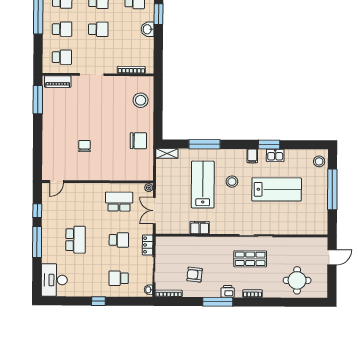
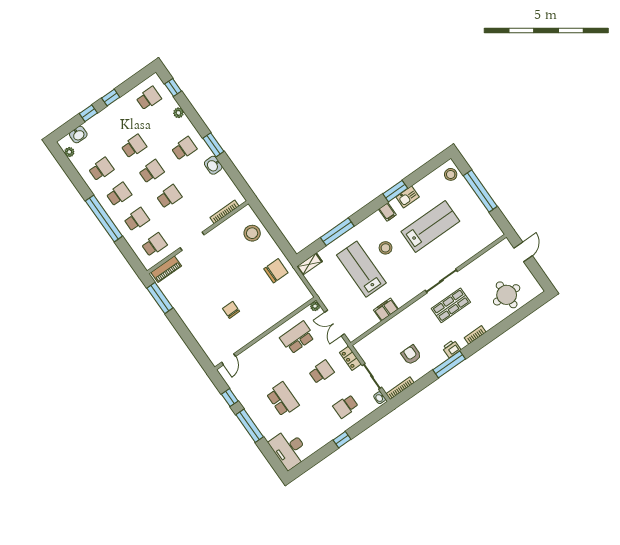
armchair: (194, 275) -> (411, 355), turned 84

